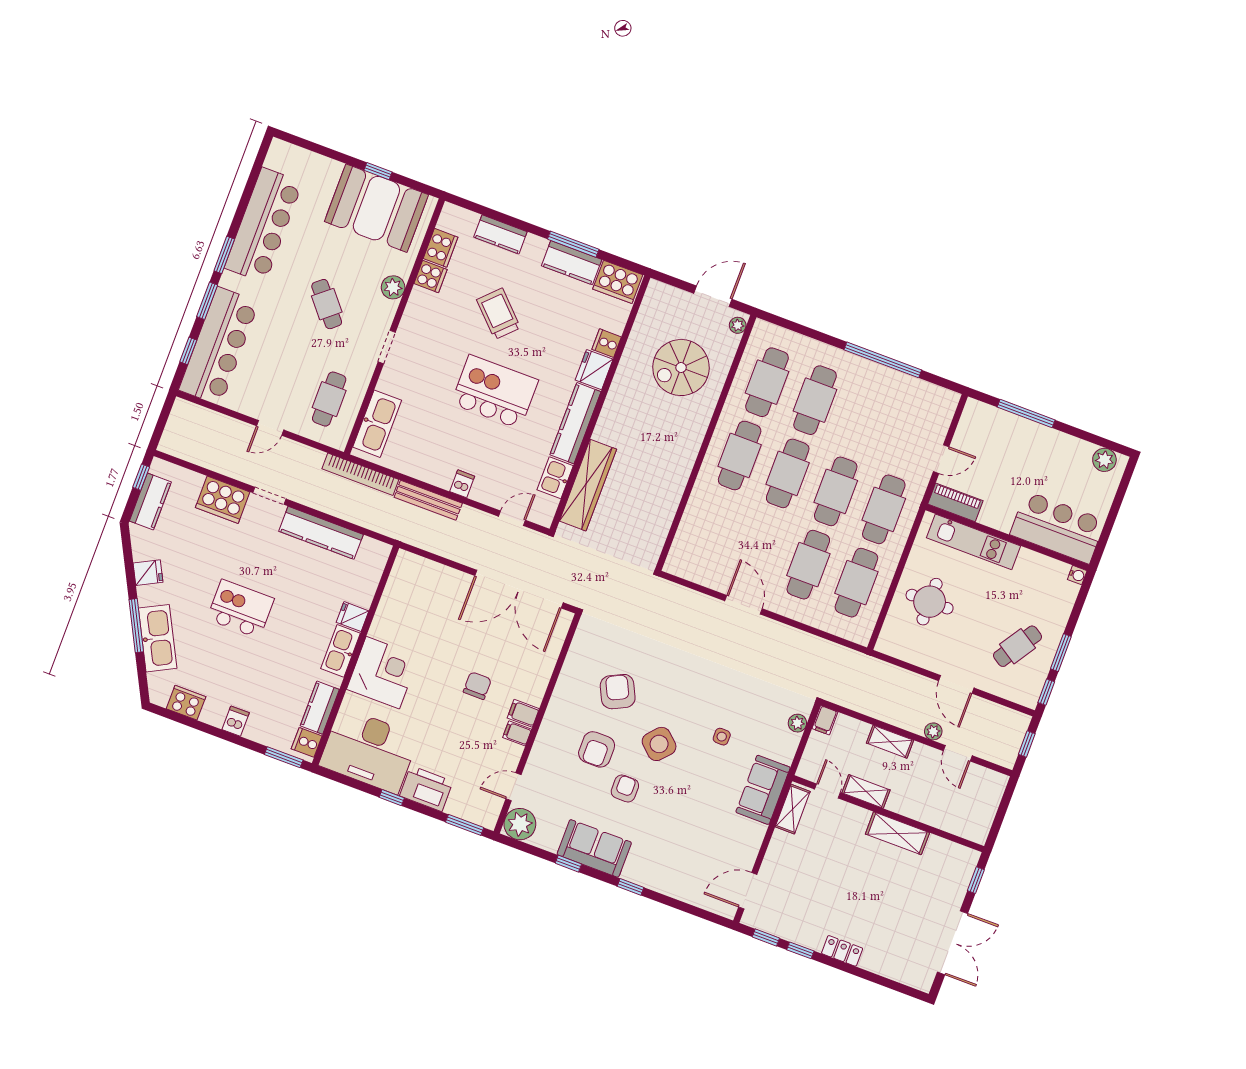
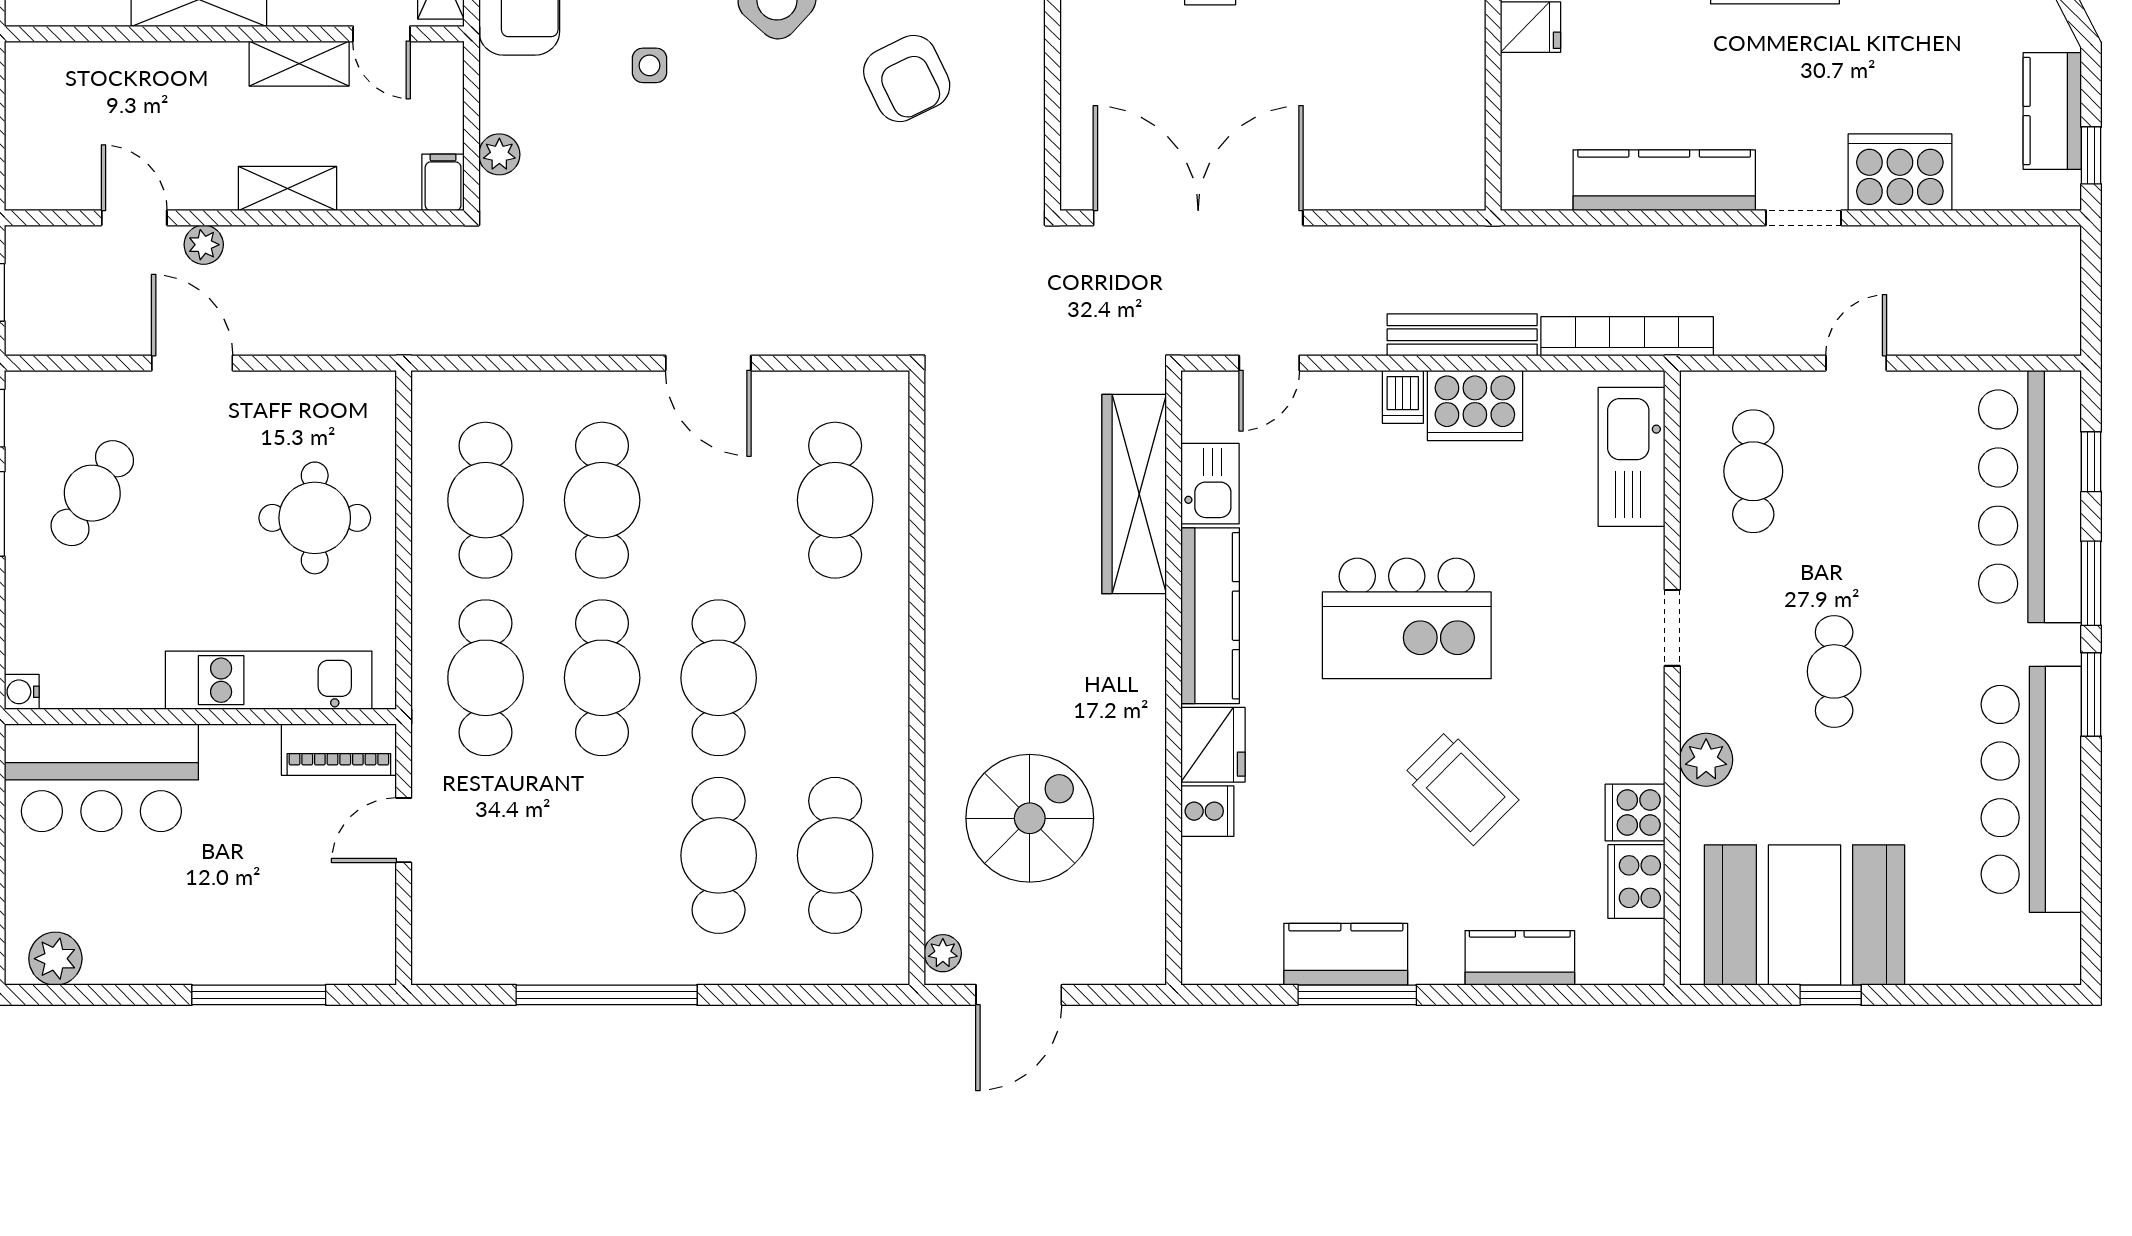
cooker: (618, 282) -> (1475, 405), moved, turned 180
cafe table: (327, 304) -> (1834, 671), turned 40
cafe table: (740, 455) -> (835, 500), moved

